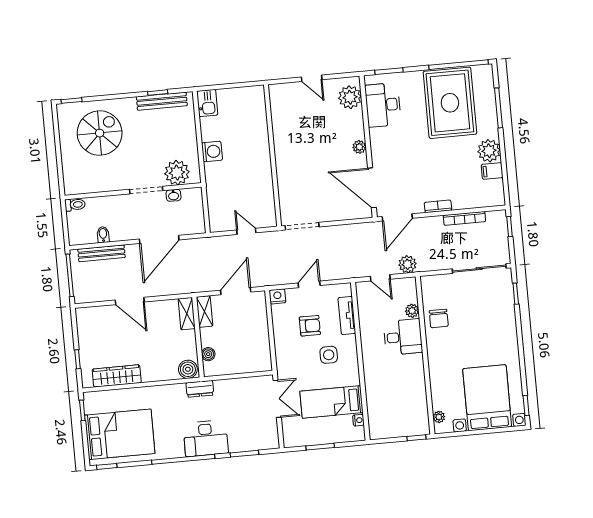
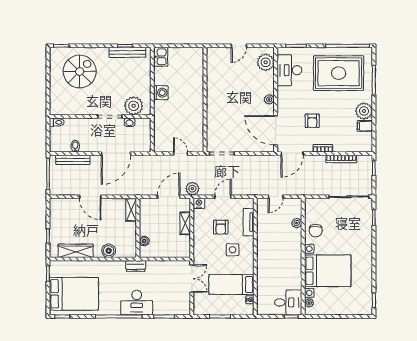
door: (312, 78) -> (239, 46), hinge flipped
rug: (450, 103) -> (339, 73), turned 90
armchair: (420, 170) -> (312, 121), added
plant: (407, 264) -> (192, 189), moved
door: (380, 278) -> (276, 197), hinge flipped
shelving: (205, 311) -> (185, 223), moved
armchair: (310, 326) -> (221, 227), turned 90
desk: (403, 337) -> (288, 302), moved
boiler: (188, 369) -> (109, 251), moved
bed with nightstands: (487, 398) -> (328, 271), moved, turned 90

